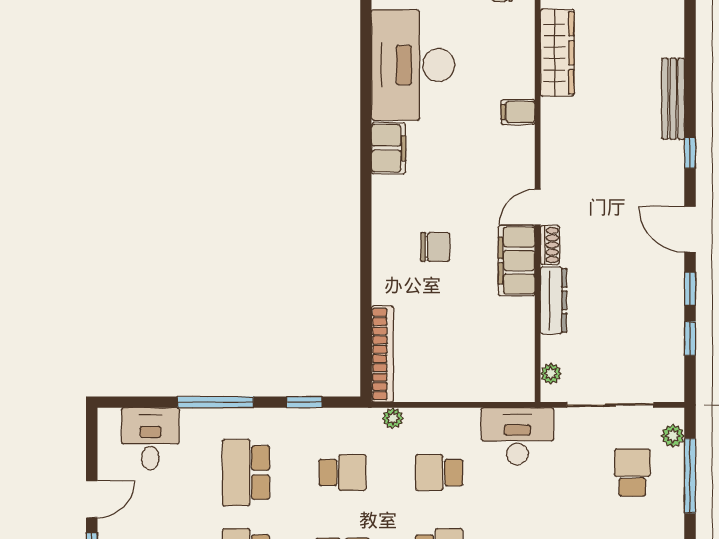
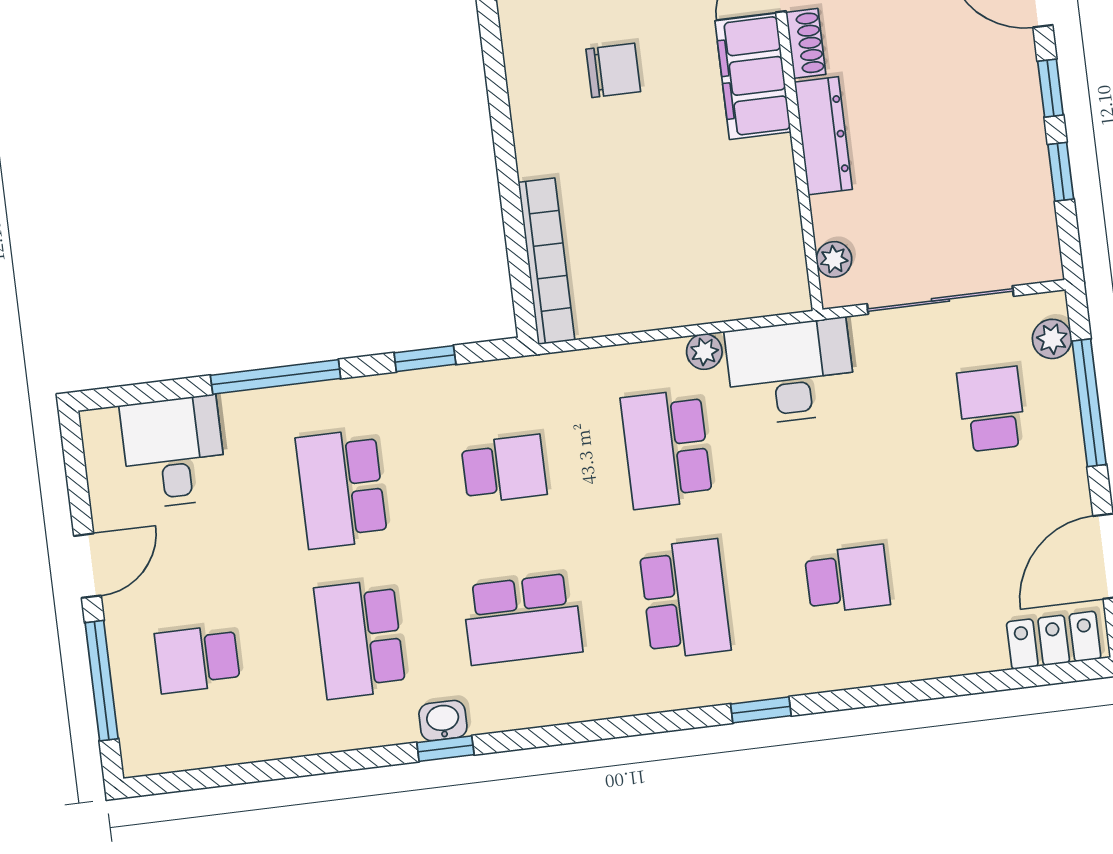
plant: (393, 418) -> (704, 352), moved
school desk: (439, 473) -> (666, 449), width x1.85

